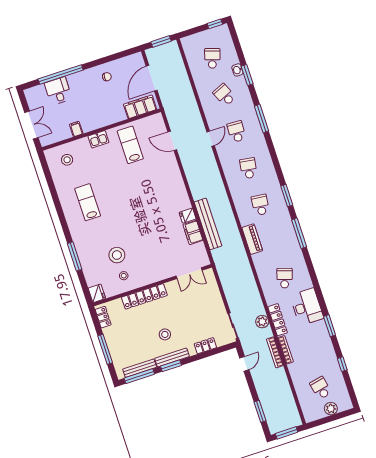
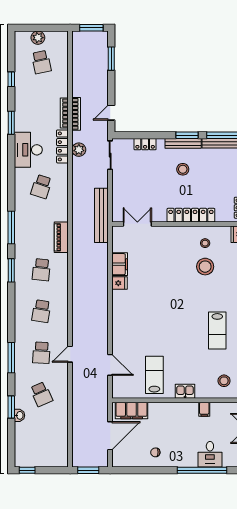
school desk: (212, 58) -> (41, 436), removed
lab bench: (130, 145) -> (154, 375), turned 180
bench: (208, 224) -> (101, 215), moved

